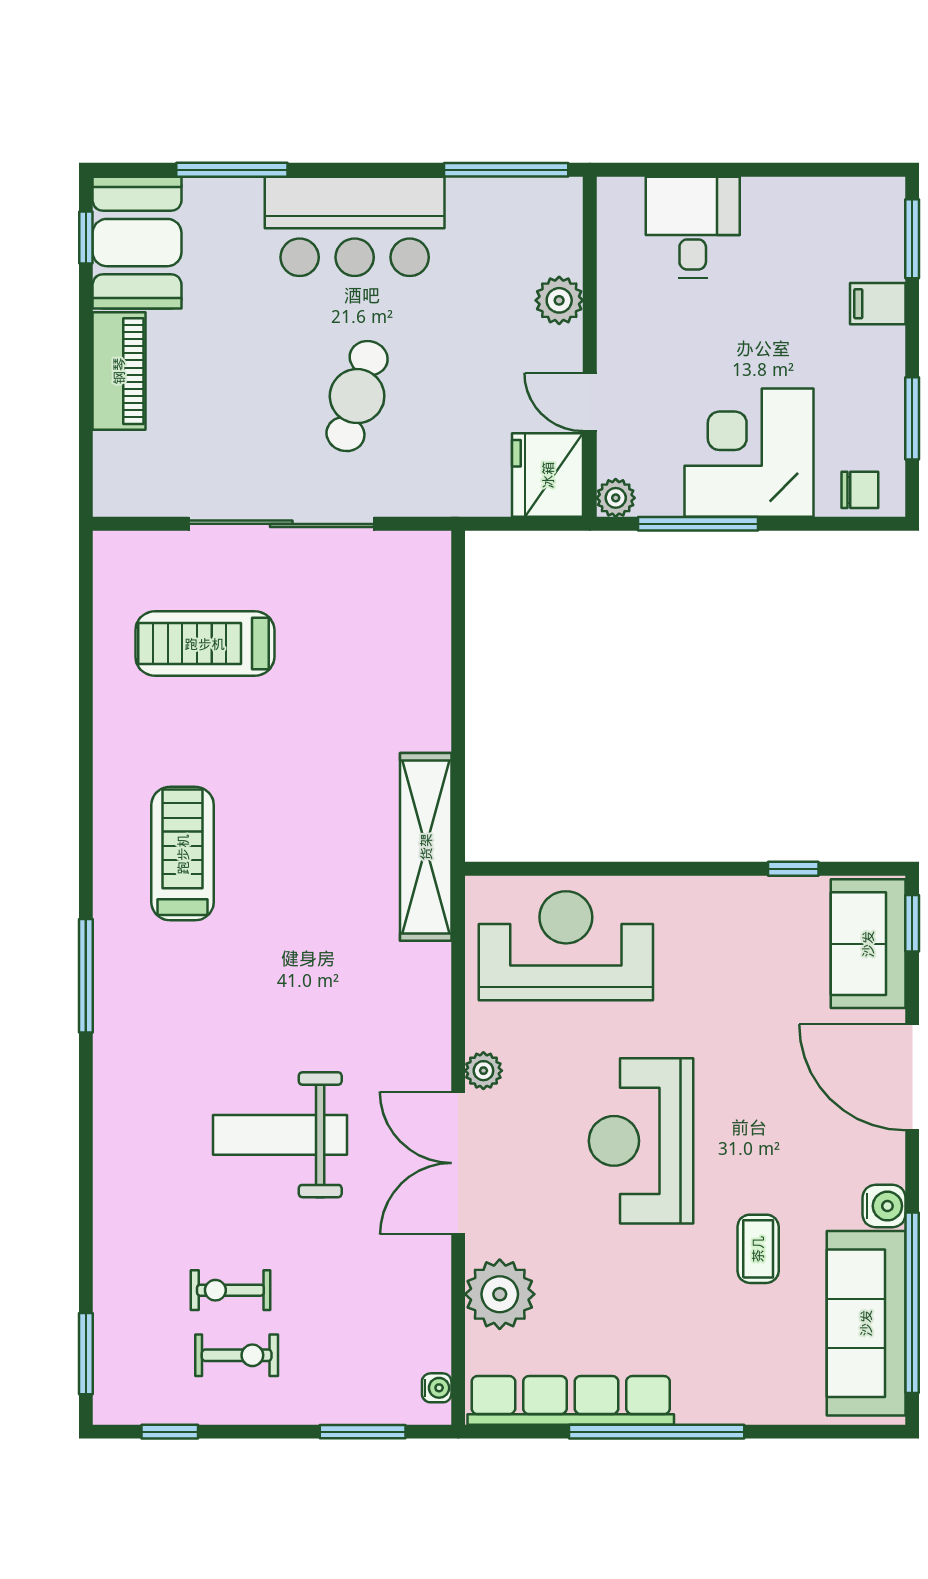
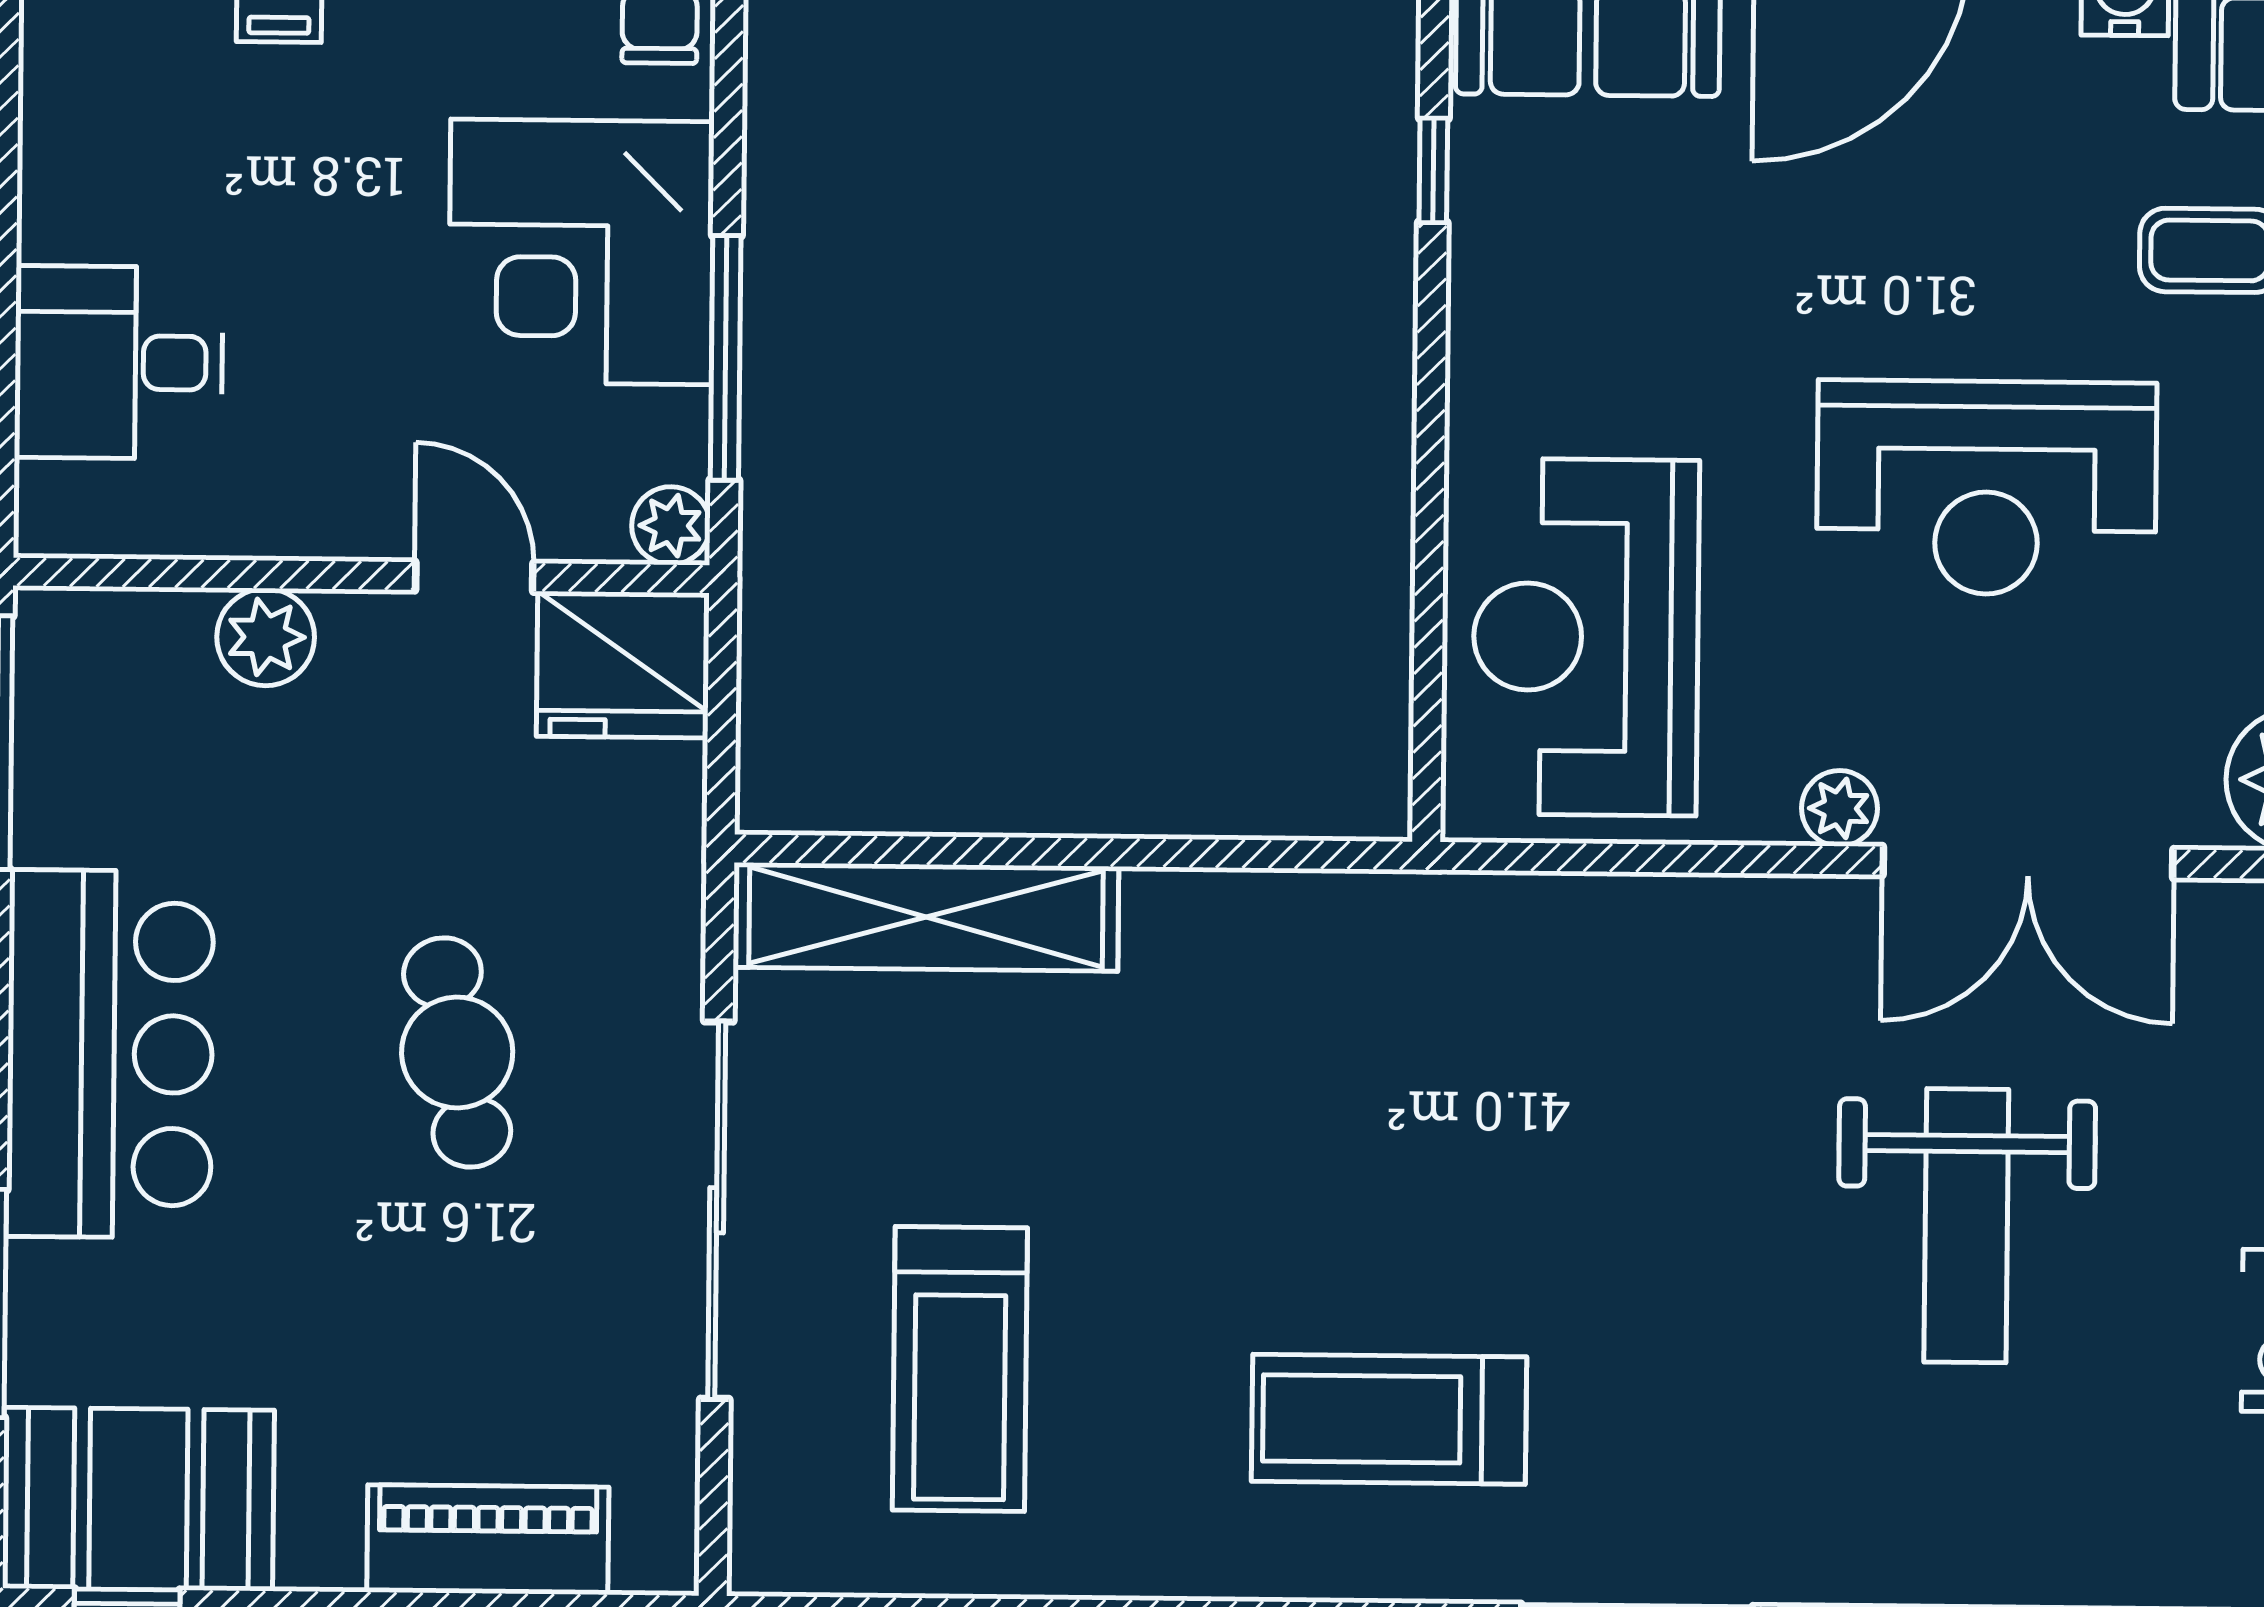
piano: (119, 371) -> (488, 1540), moved
cafe table: (357, 396) -> (457, 1052), turned 62
door: (590, 402) -> (474, 577), swing flipped
shelving: (426, 847) -> (926, 917), moved

